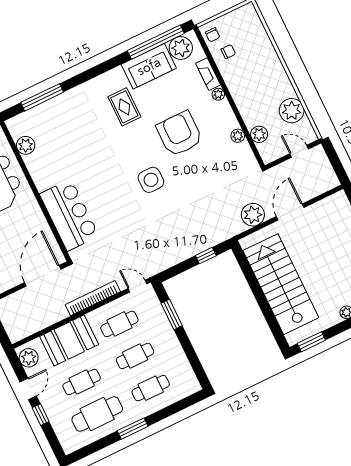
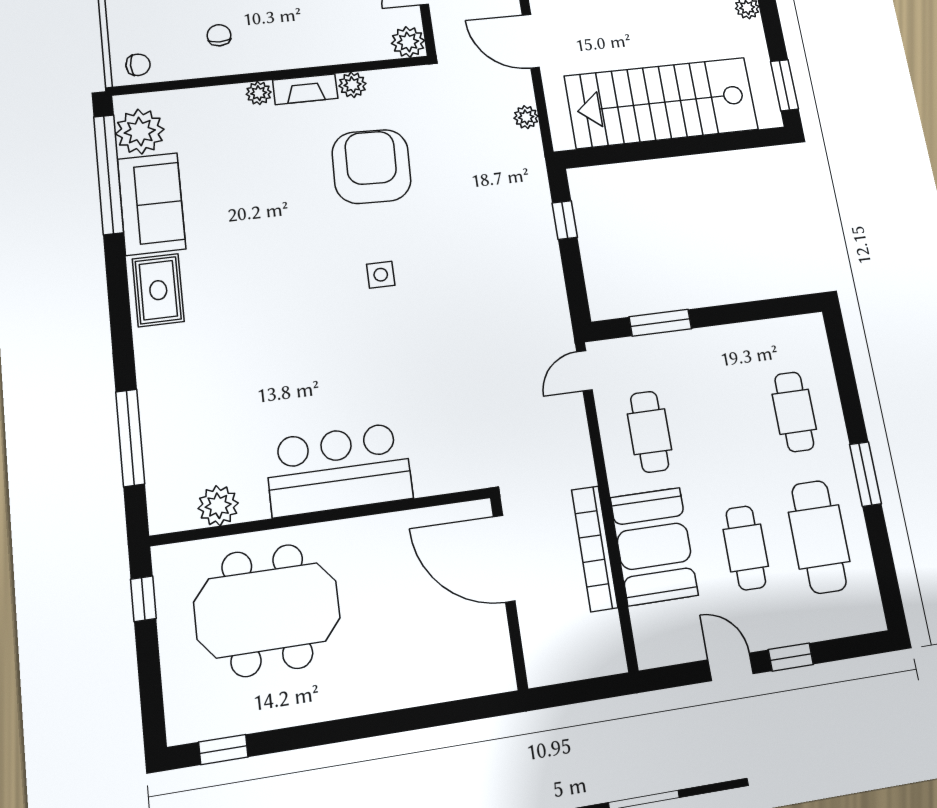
chair: (228, 52) -> (219, 35), moved
fireplace: (208, 74) -> (305, 89), moved
rug: (124, 107) -> (158, 290), moved, turned 90
armchair: (179, 134) -> (371, 166), moved, turned 92
plant: (259, 134) -> (408, 42), moved
side table: (151, 180) -> (381, 275), width x0.54, depth x0.54
bar counter: (69, 215) -> (339, 469), moved
plant: (253, 215) -> (526, 117), width x0.53, depth x0.53
bookcase: (93, 298) -> (595, 548), moved
cafe table: (135, 356) -> (722, 422), removed
plant: (29, 358) -> (666, 645), removed

